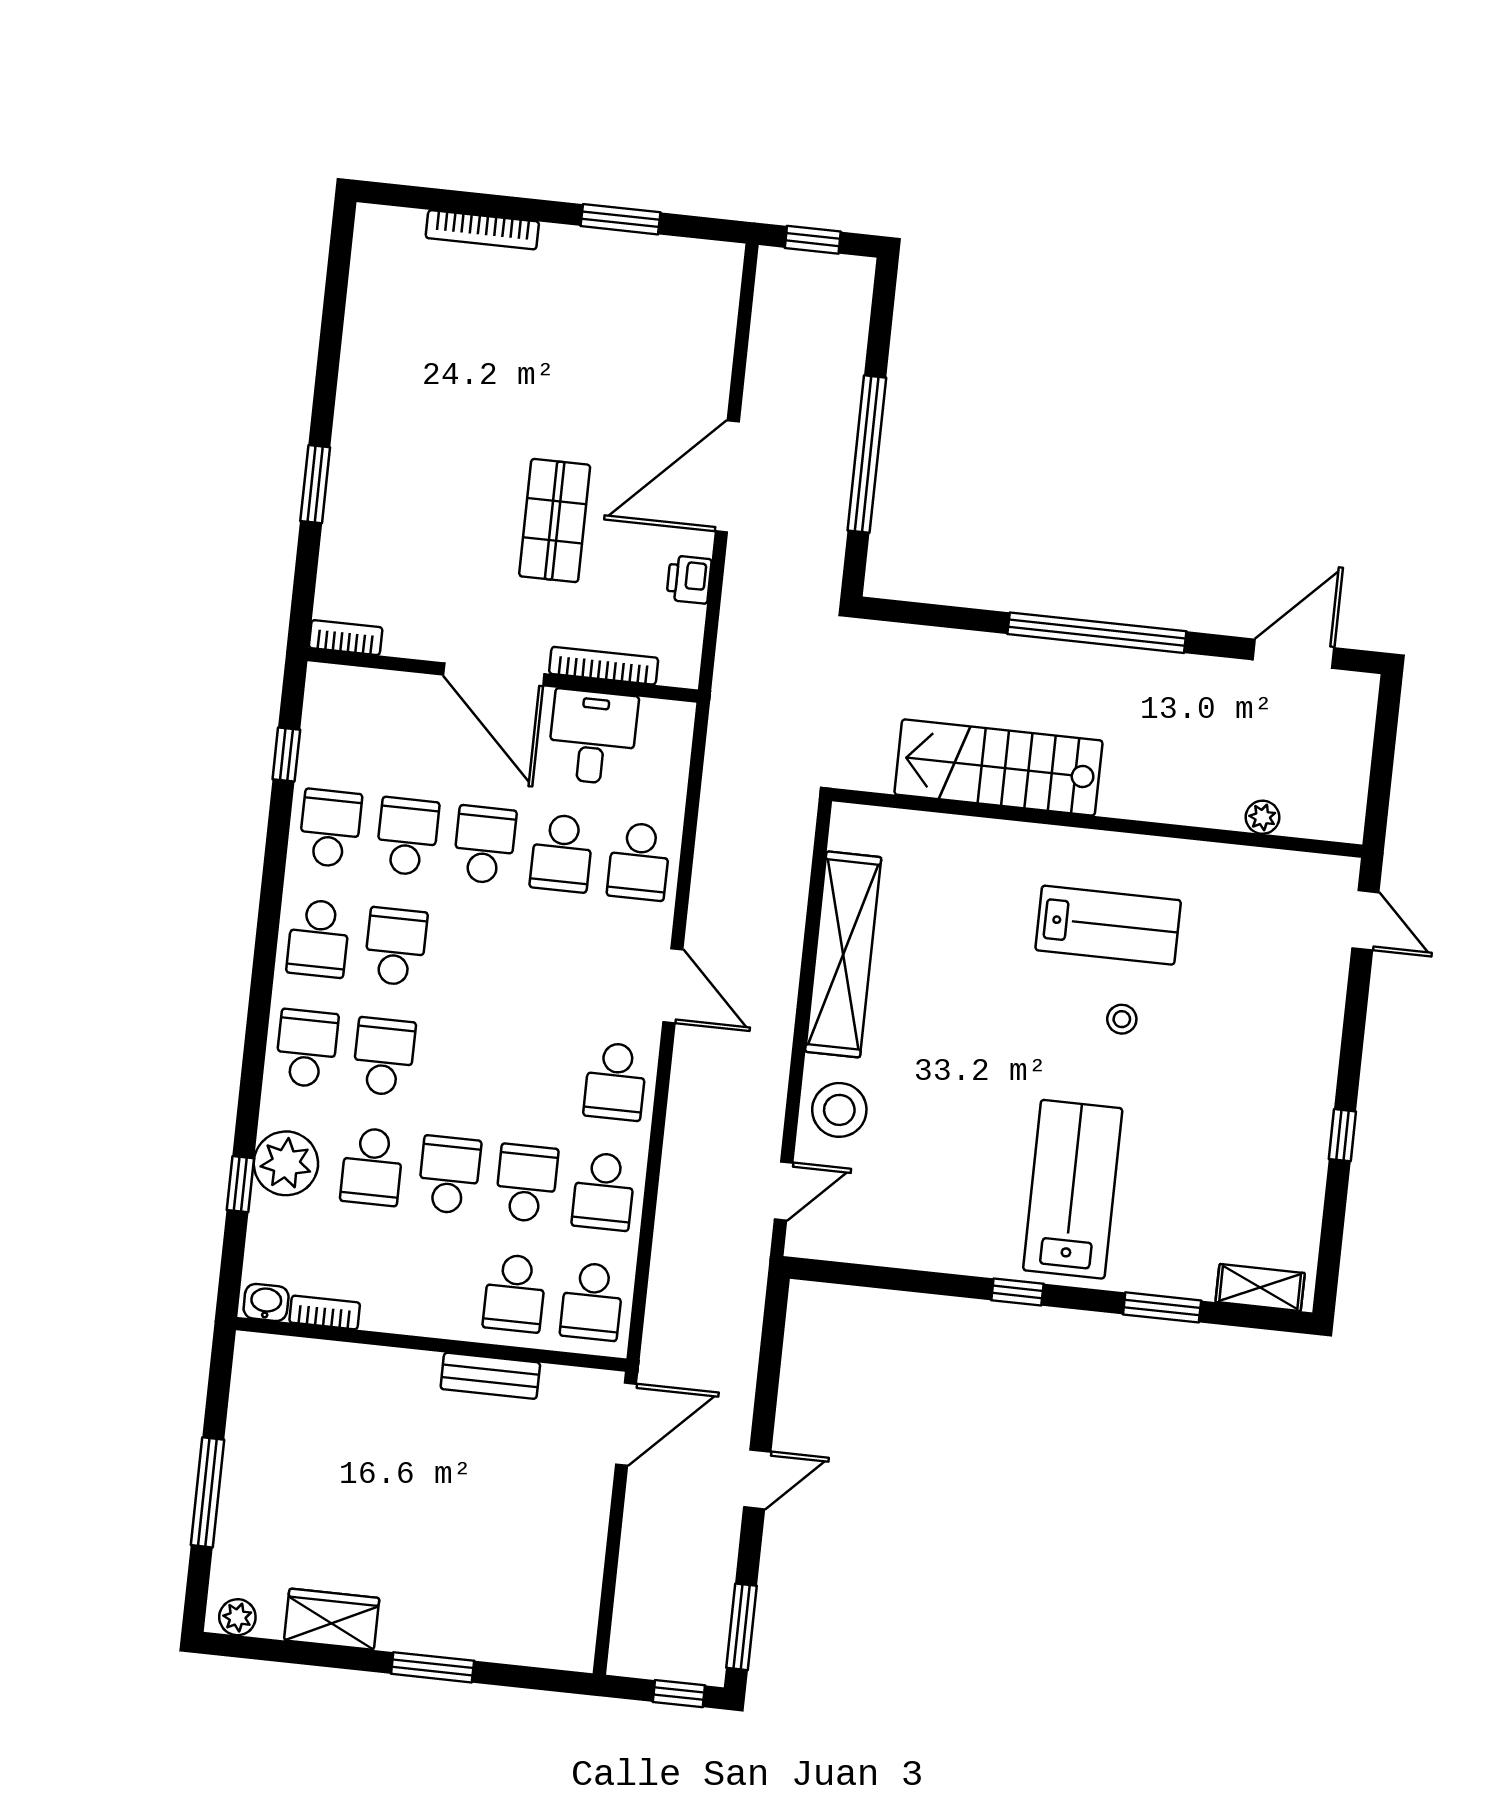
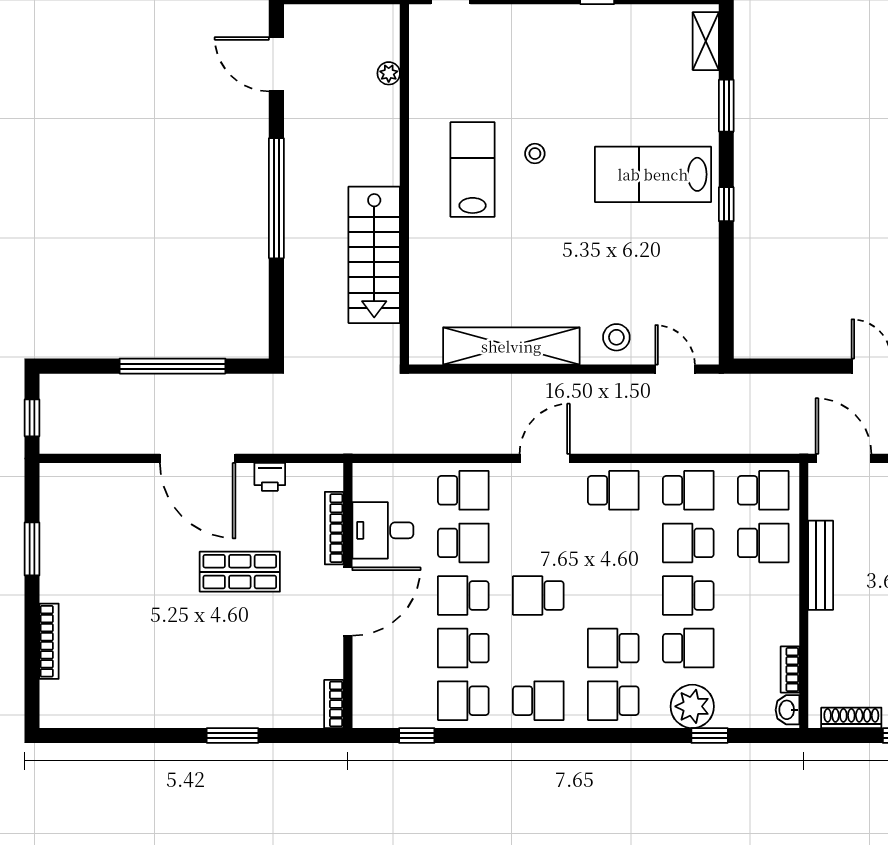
school desk: (396, 947) -> (538, 595), moved
stool: (839, 1110) -> (616, 337), width x0.73, depth x0.73
bench: (490, 1376) -> (821, 565), width x1.36
shoe rack: (244, 1395) -> (851, 718), added

